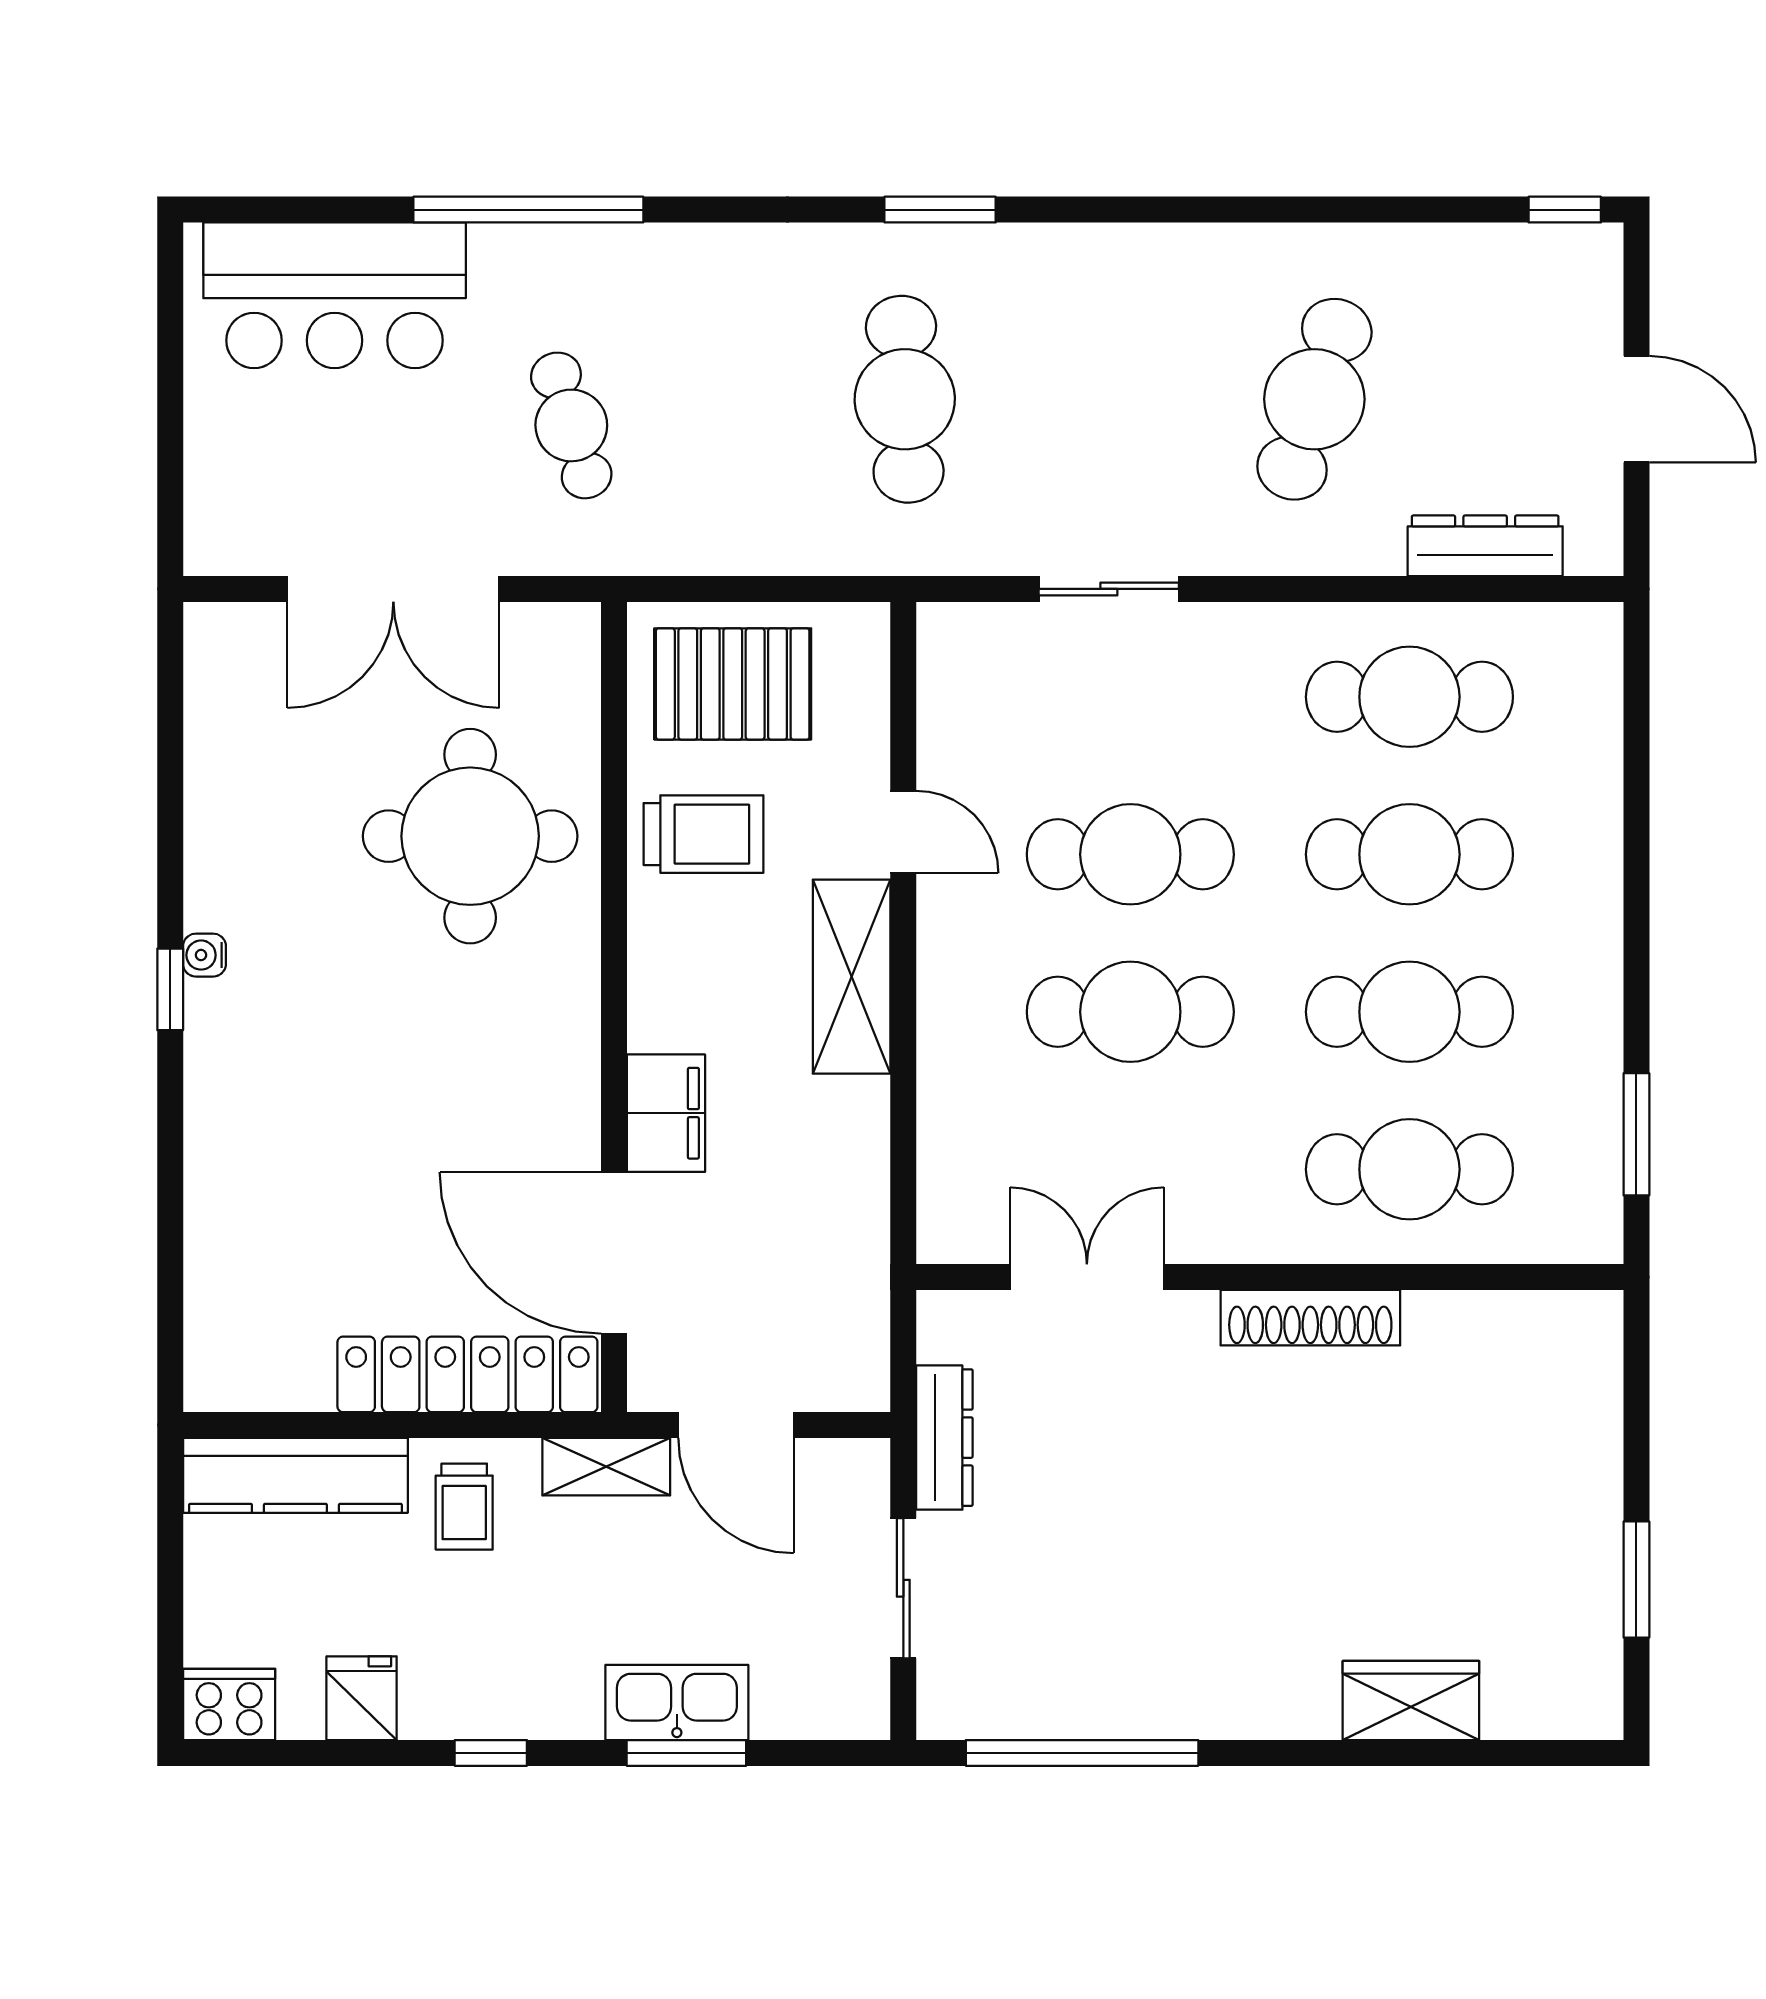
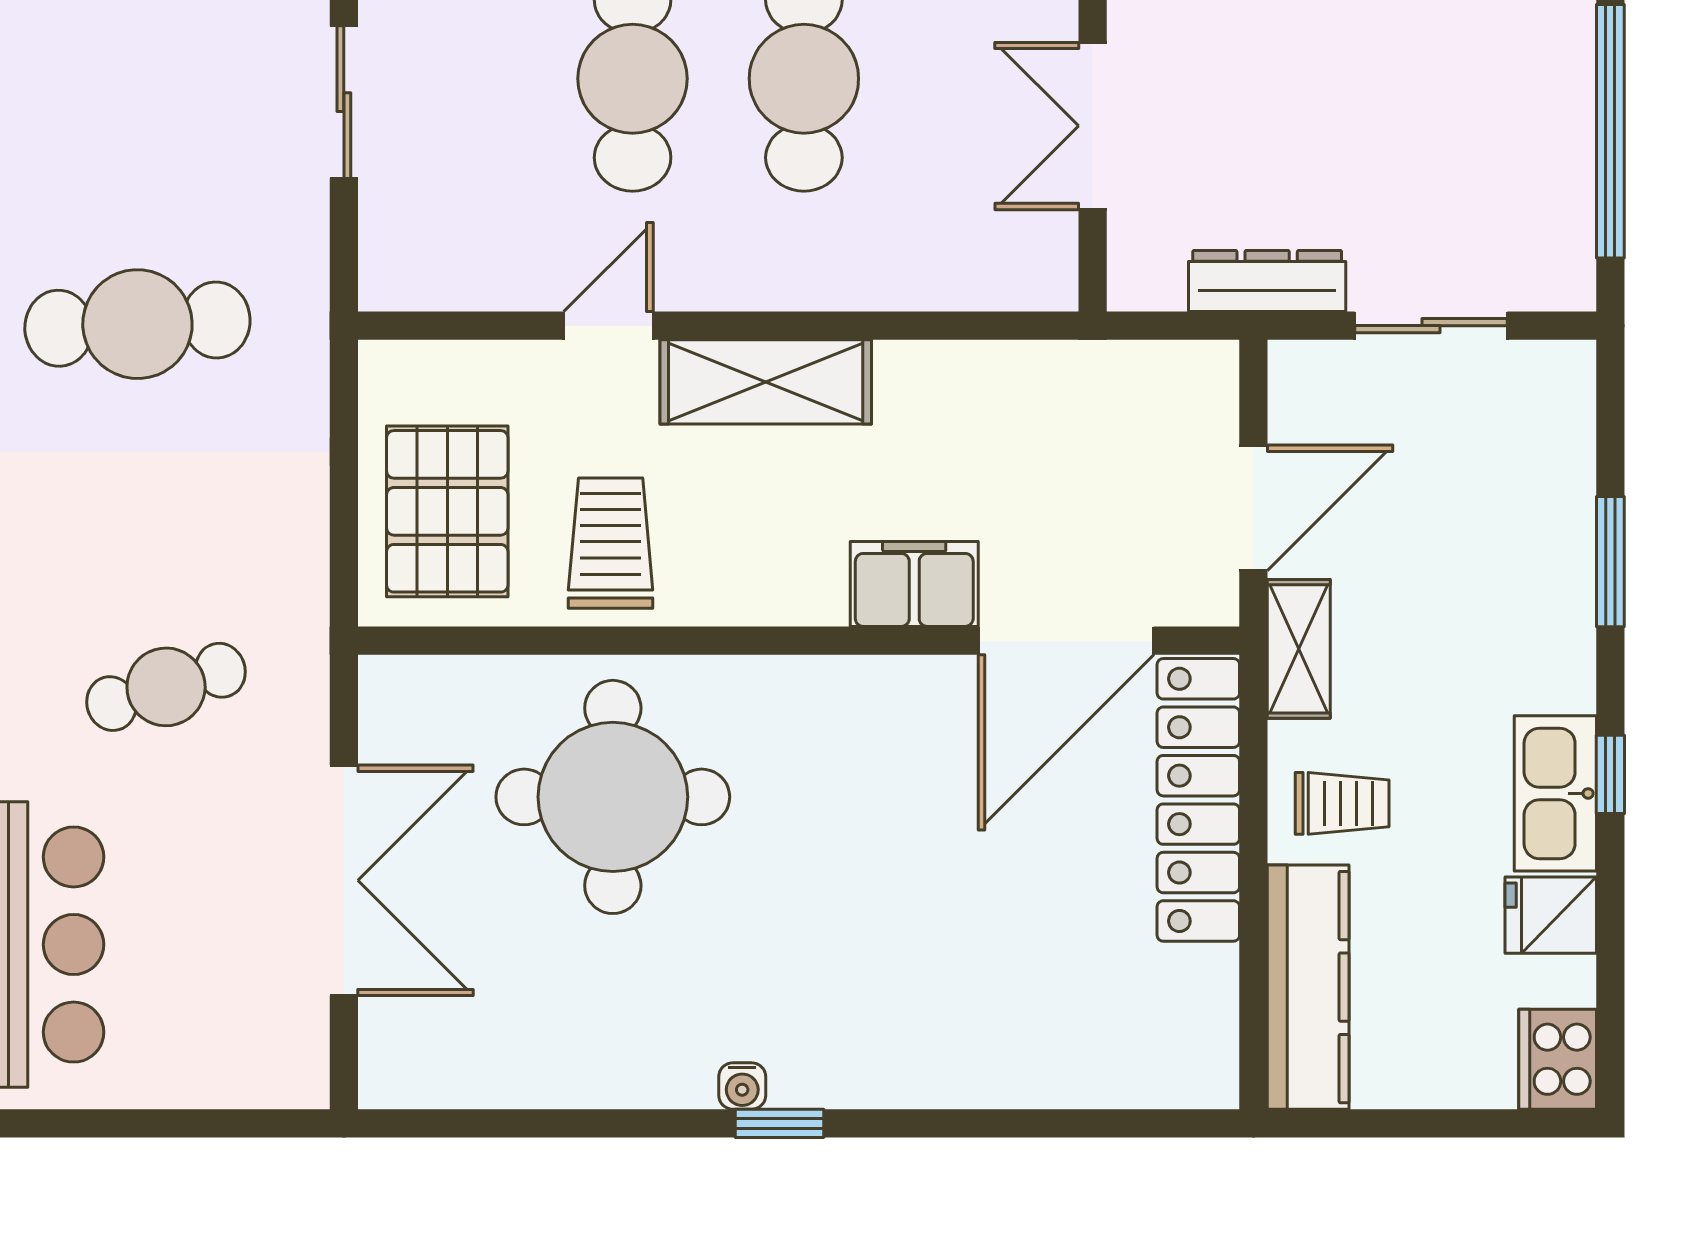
kitchen sink: (677, 1702) -> (1555, 793), moved

